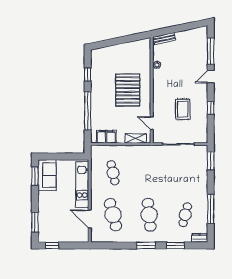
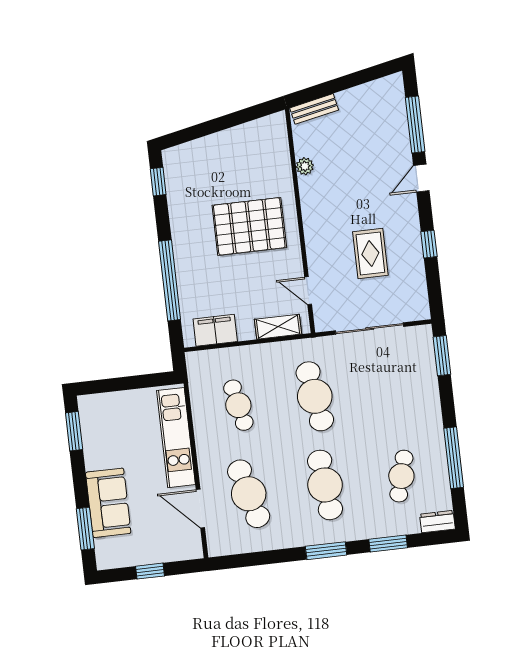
window: (88, 74) -> (158, 182), moved
pallet: (128, 90) -> (249, 226), turned 90
cafe table: (149, 173) -> (315, 396), added
sofa: (47, 175) -> (108, 503), moved
window: (52, 245) -> (150, 571), moved

